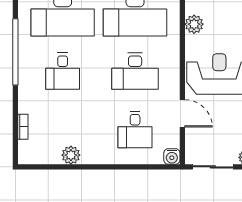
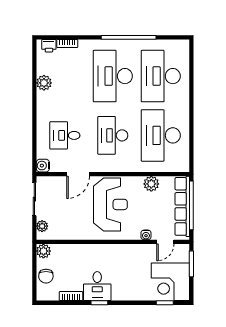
desk: (63, 71) -> (113, 76), width x1.87, depth x1.30
printer: (26, 149) -> (49, 46), added

